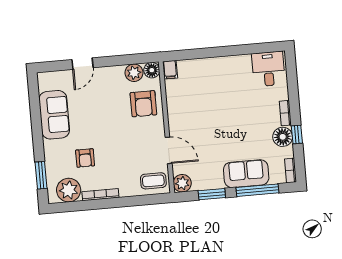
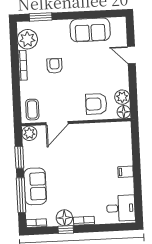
filing cabinet: (170, 70) -> (126, 172), moved
armchair: (85, 158) -> (54, 66), moved, turned 90

